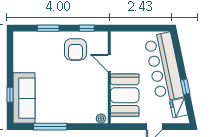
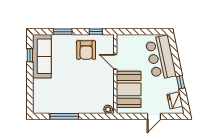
bar counter: (164, 67) -> (161, 58), width x0.73
window: (10, 95) -> (30, 55), moved
sofa: (24, 98) -> (42, 56), moved

